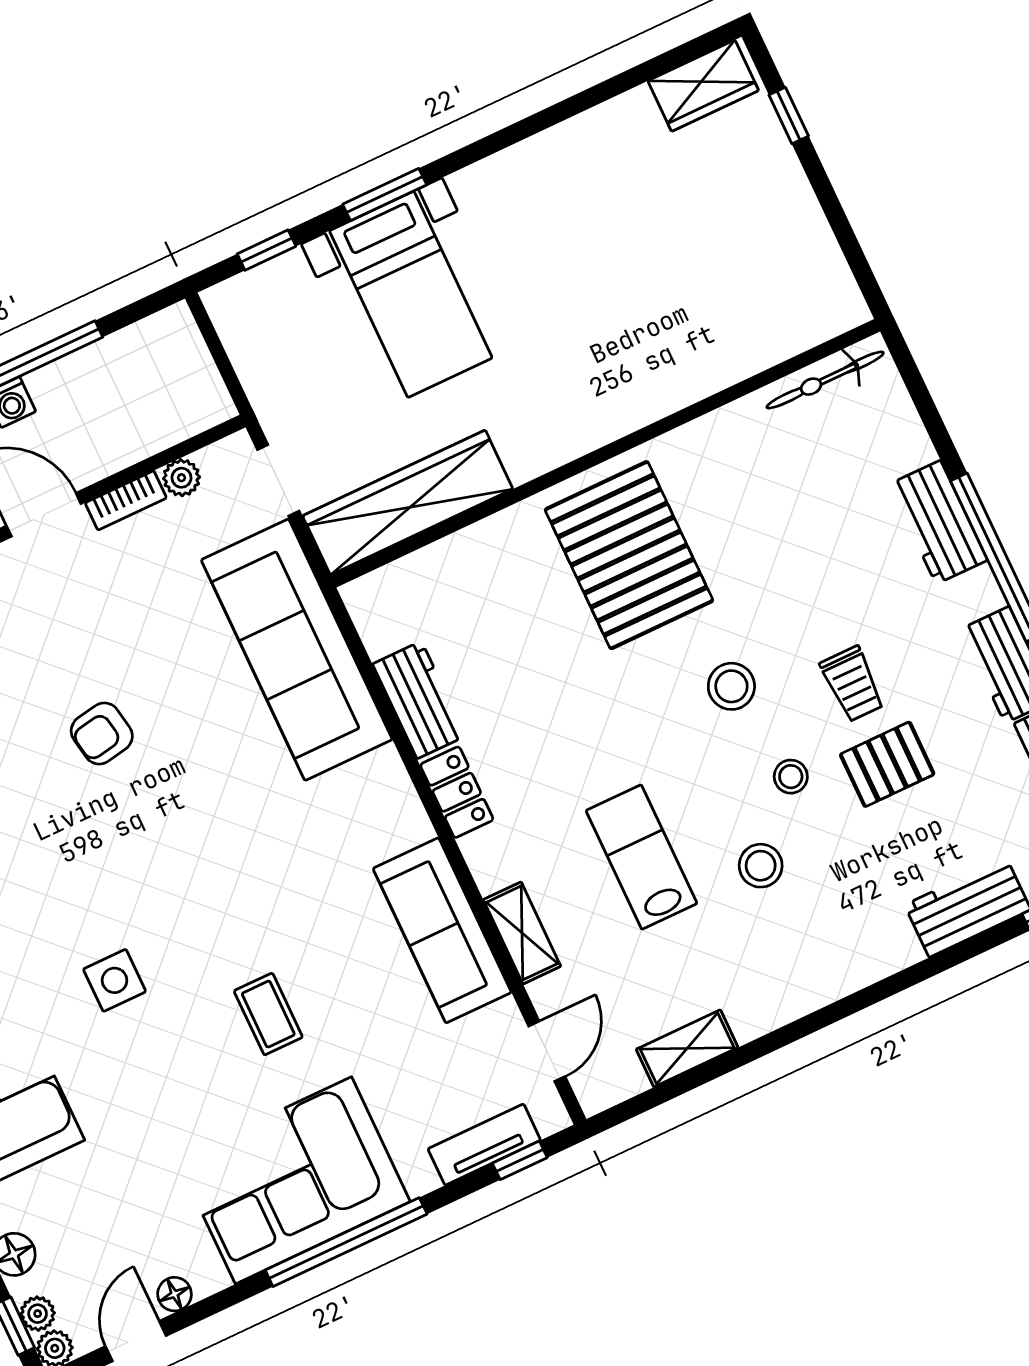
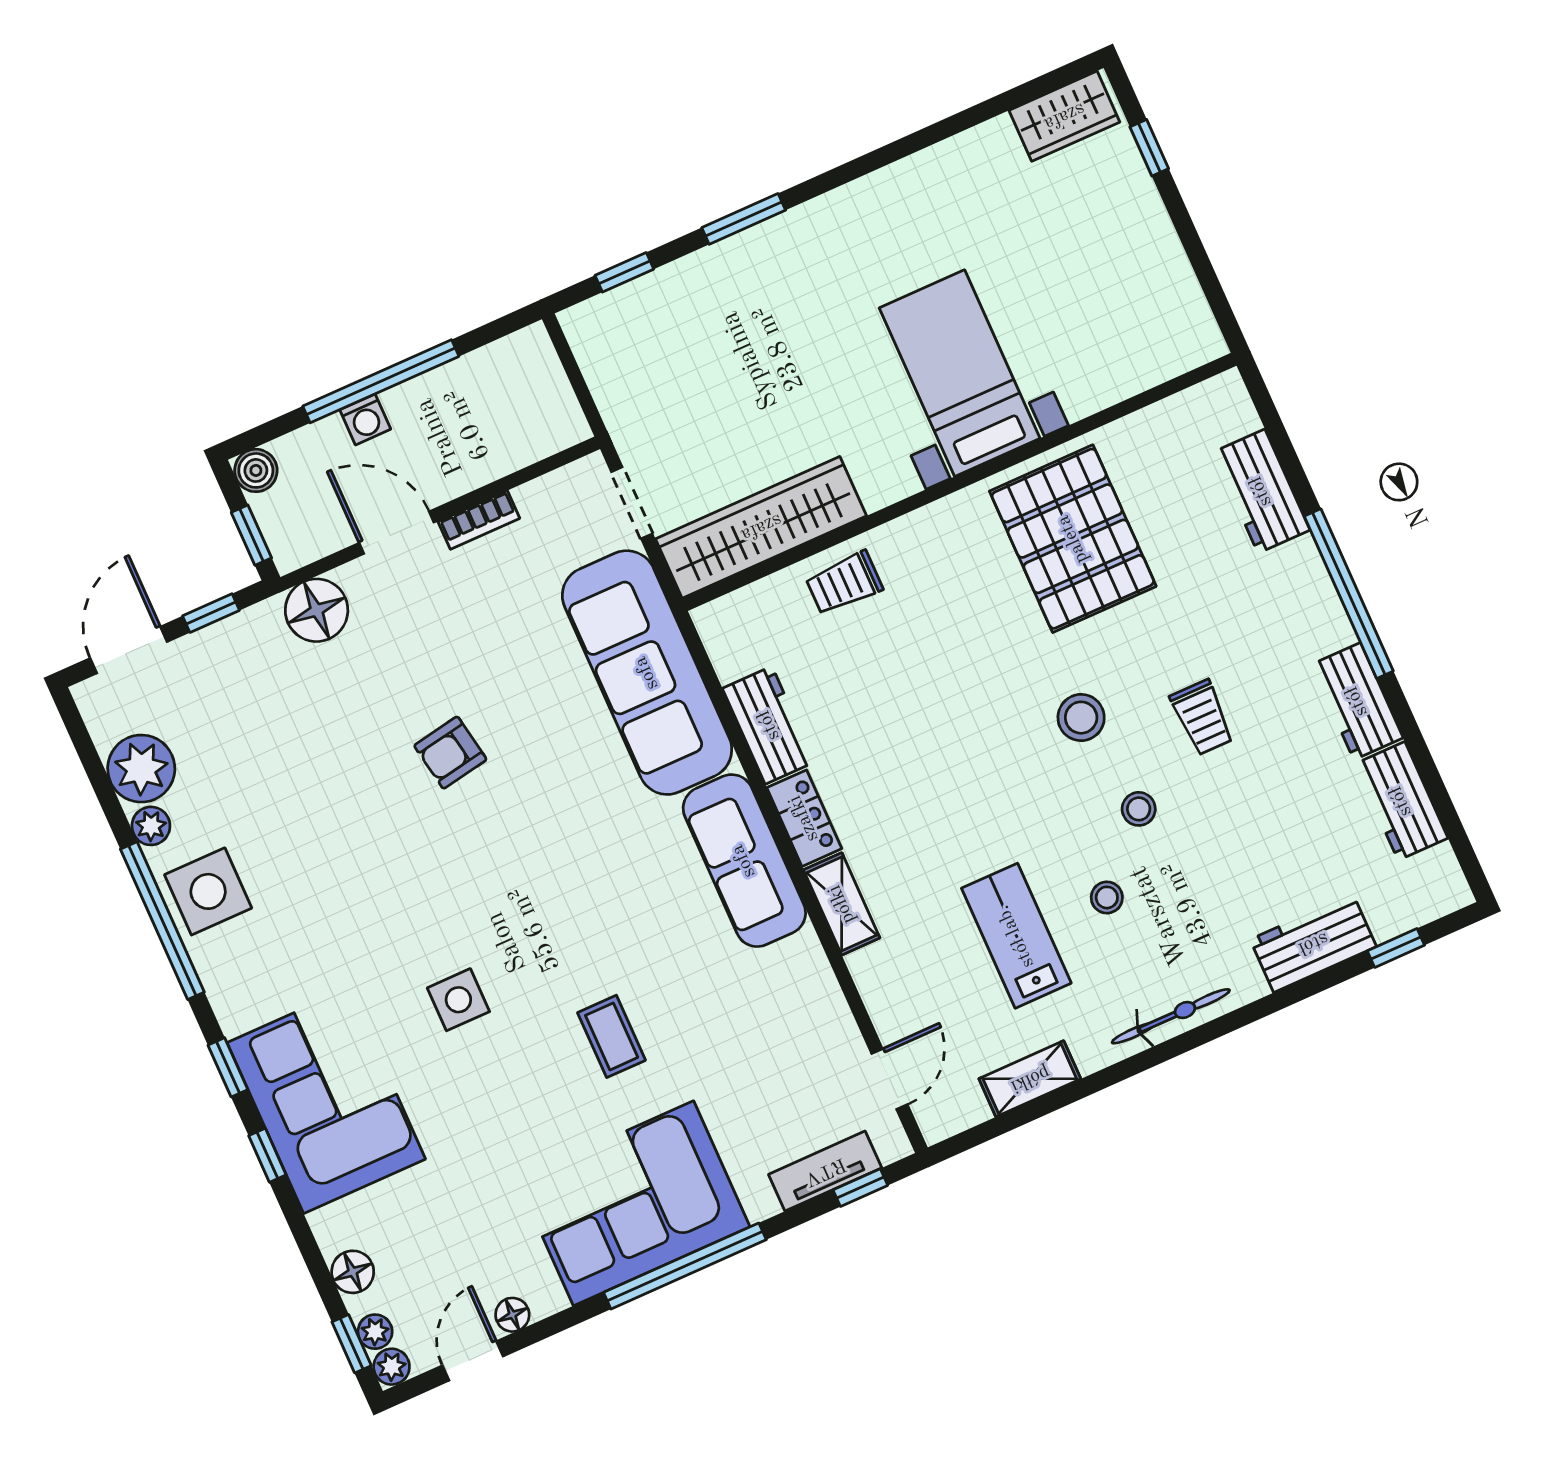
bed with nightstands: (411, 294) -> (960, 373), moved, turned 180
bicycle: (825, 380) -> (1171, 1016), moved, turned 180
plant: (181, 478) -> (535, 498), removed
workbench: (938, 522) -> (1261, 491), moved
pallet: (629, 555) -> (1073, 539), moved
trolley: (492, 556) -> (844, 583), added
pallet: (887, 764) -> (1235, 798), removed
lab bench: (642, 857) -> (1016, 936), moved
stool: (761, 866) -> (1107, 897), width x0.73, depth x0.73
sofa: (442, 930) -> (744, 861), moved
shelving: (522, 933) -> (842, 904), moved

